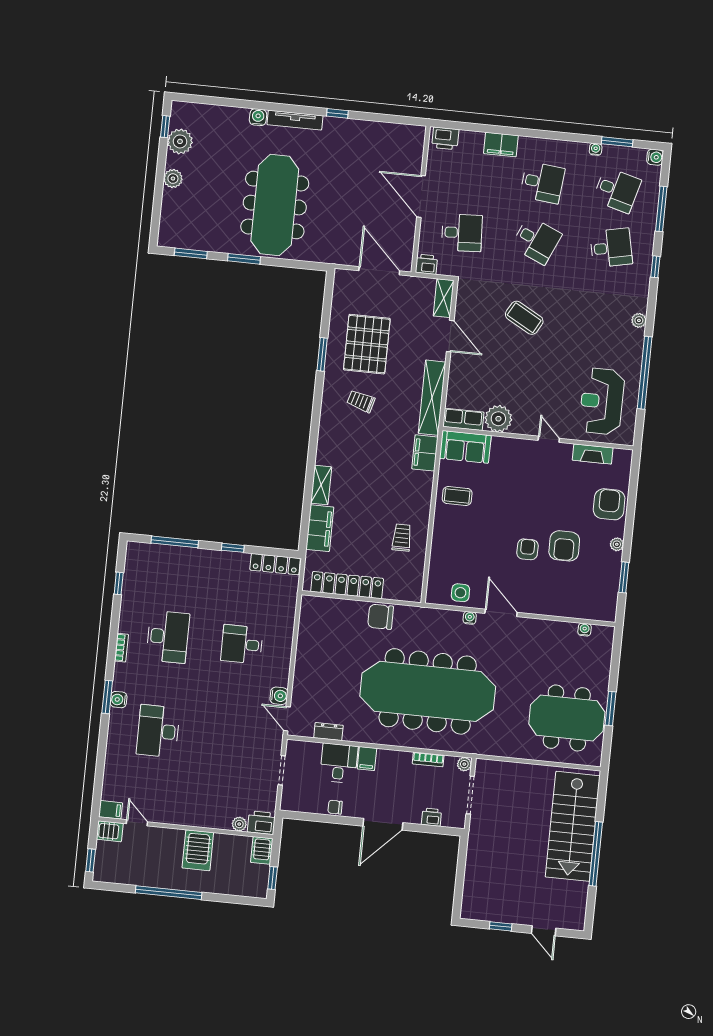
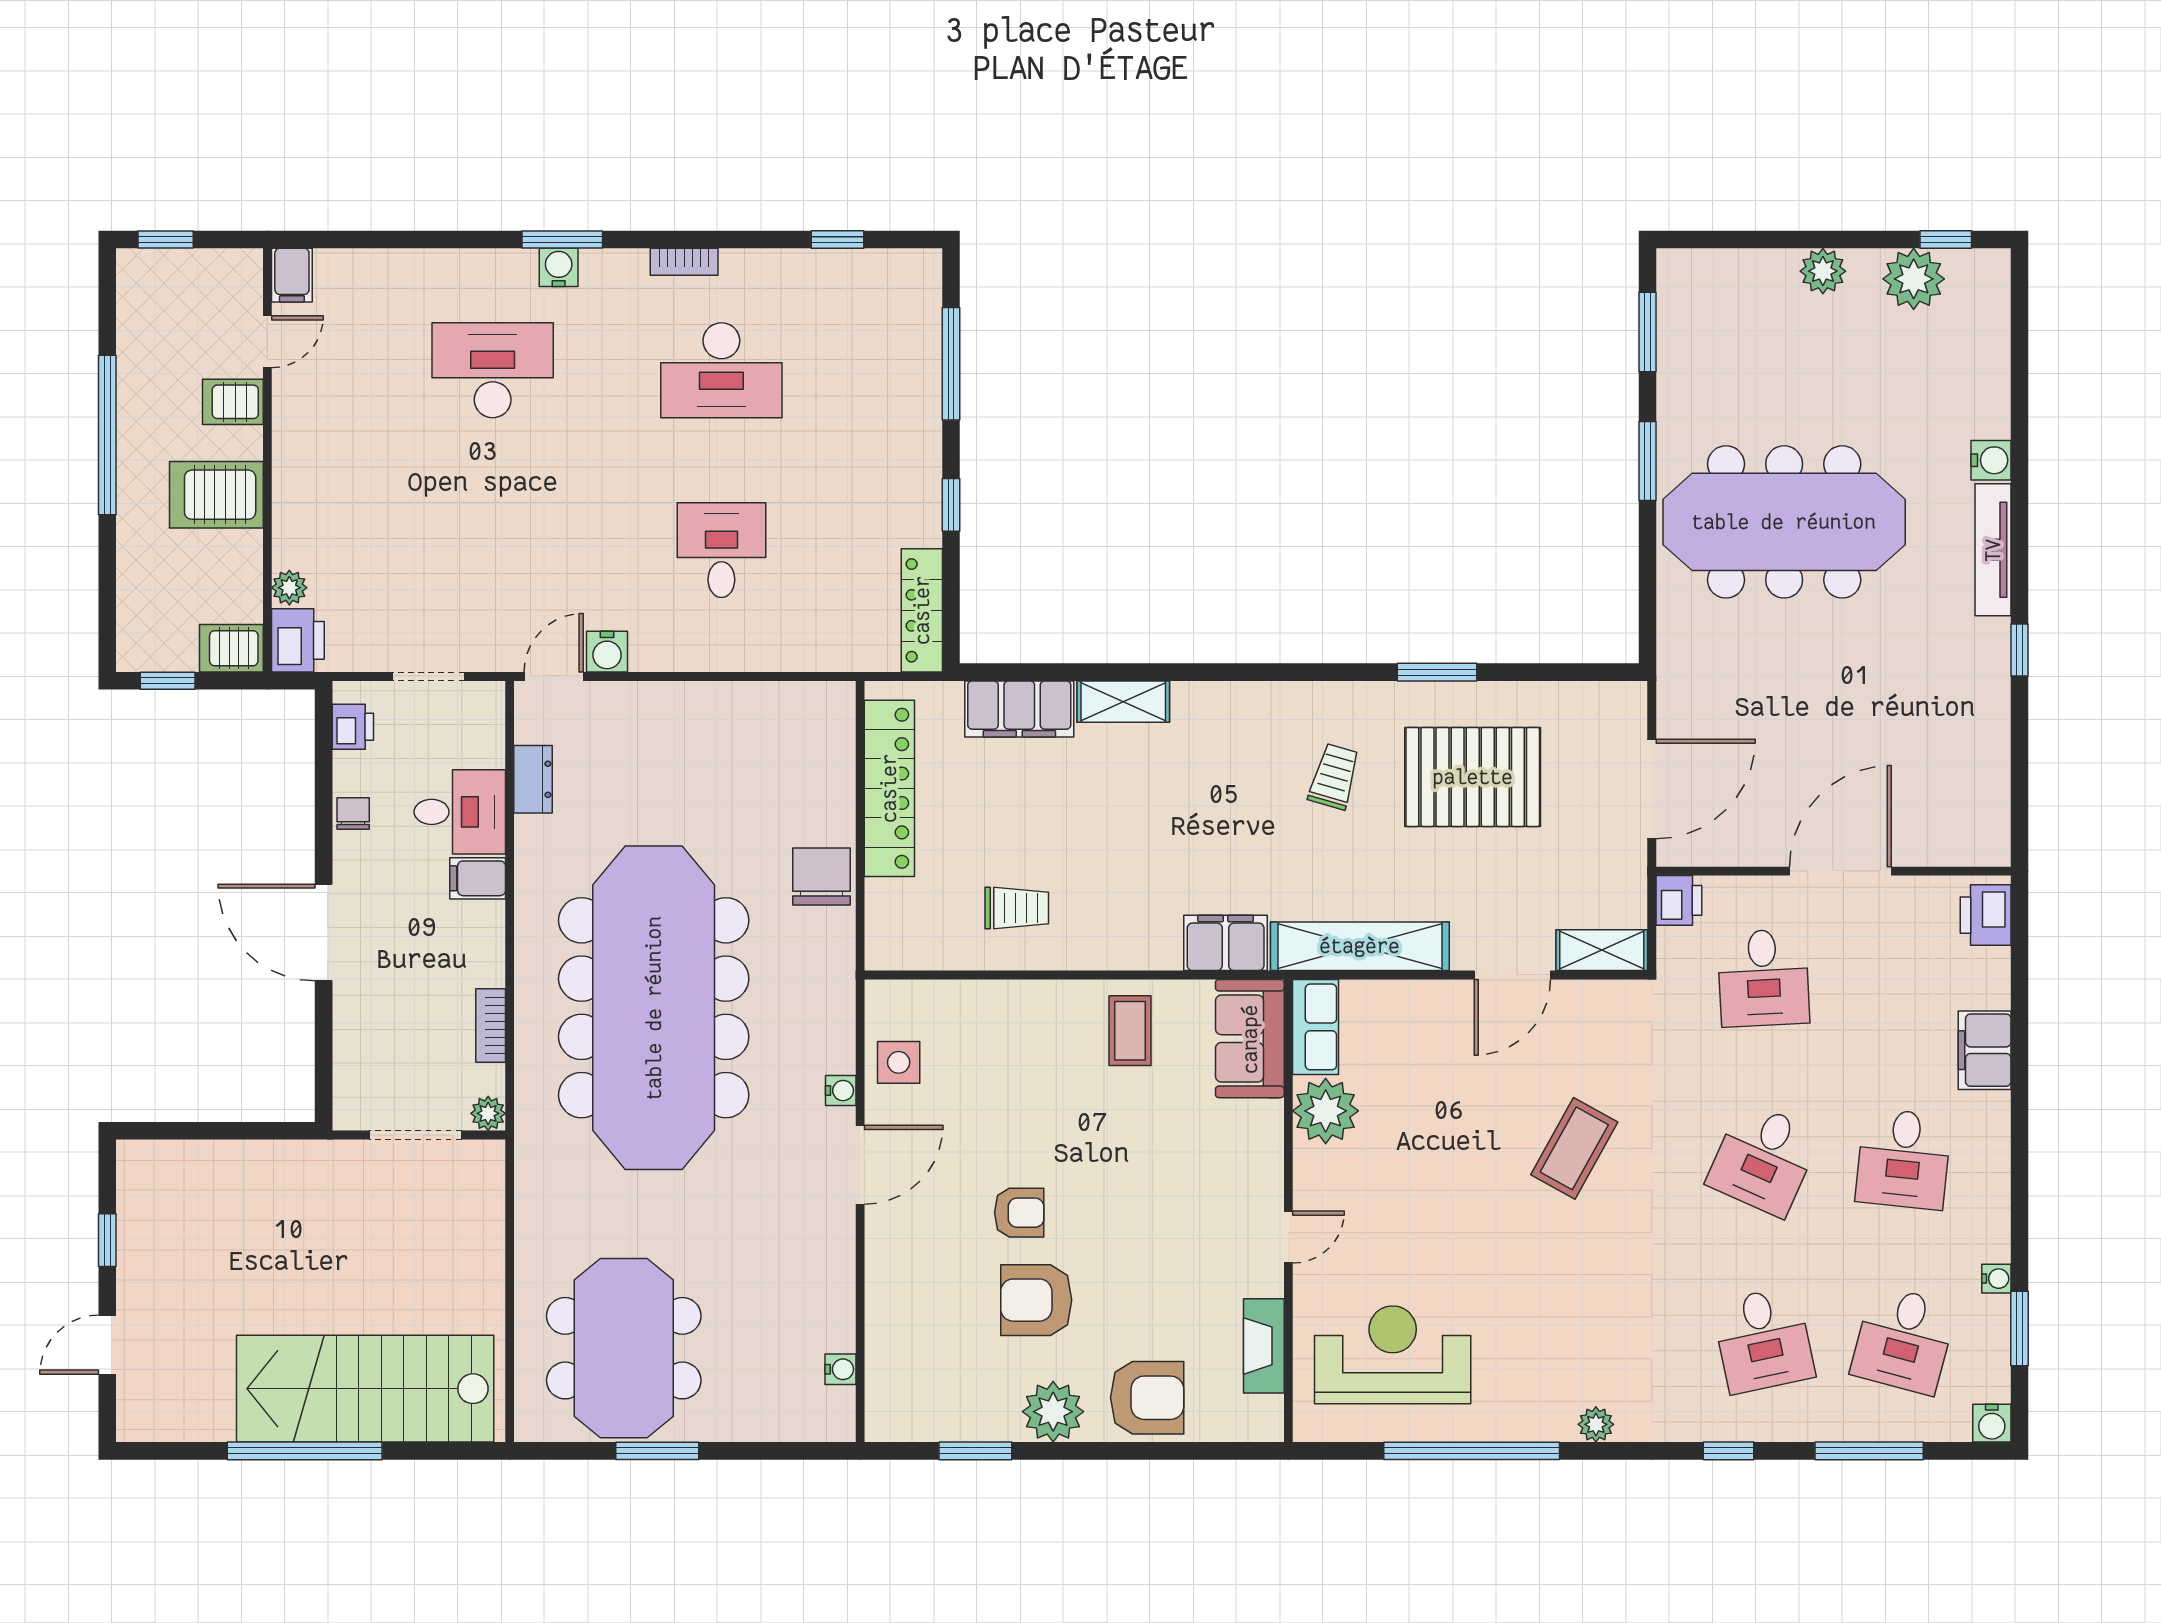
plant: (617, 544) -> (1053, 1412), width x1.87, depth x1.87
printer: (431, 817) -> (353, 727), moved
server rack: (110, 831) -> (233, 402), moved, turned 90

